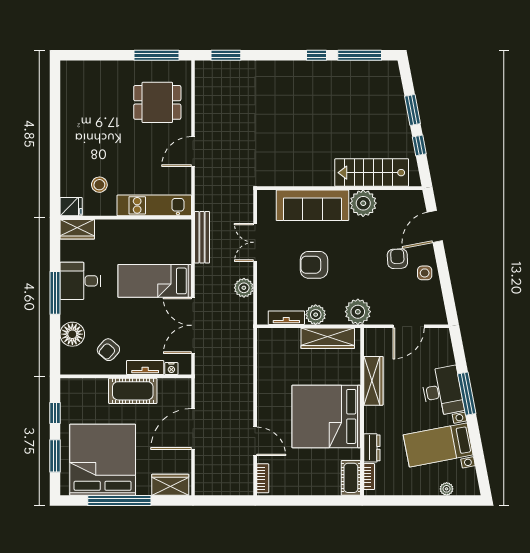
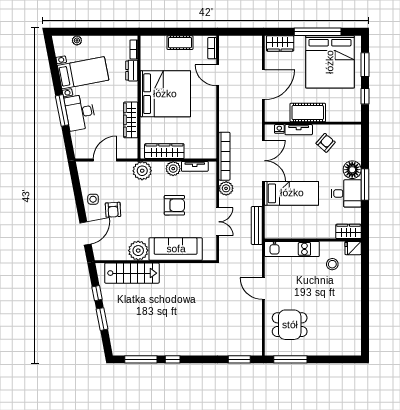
door: (193, 152) -> (263, 289), swing flipped
bookcase: (246, 331) -> (224, 156), added
floor lamp: (72, 334) -> (352, 170), moved
cot: (351, 478) -> (180, 43), moved, turned 90

